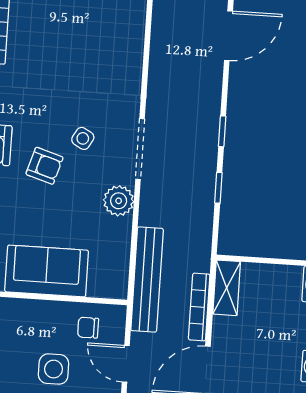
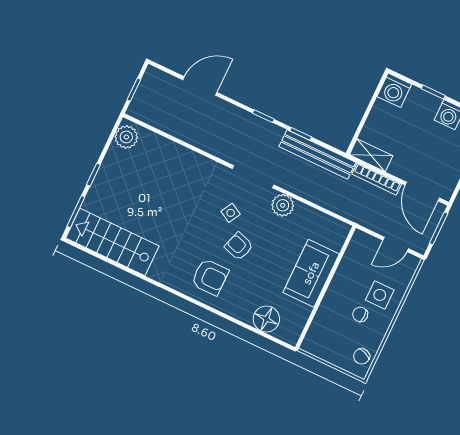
door: (228, 36) -> (200, 86), hinge flipped
armchair: (45, 166) -> (239, 246), turned -89
bench: (147, 280) -> (317, 154), moved
chair: (88, 328) -> (360, 314), moved, turned 90

